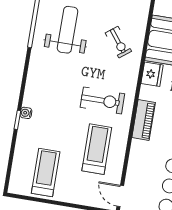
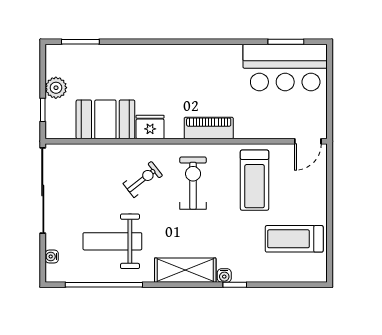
exercise bike: (118, 42) -> (143, 179), moved
shelving: (35, 83) -> (185, 270), added
treadmill: (97, 149) -> (255, 180), turned -90

